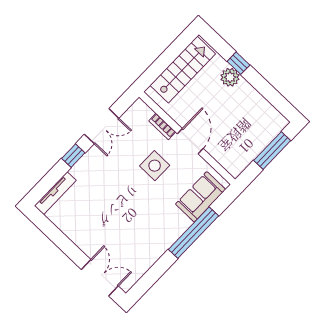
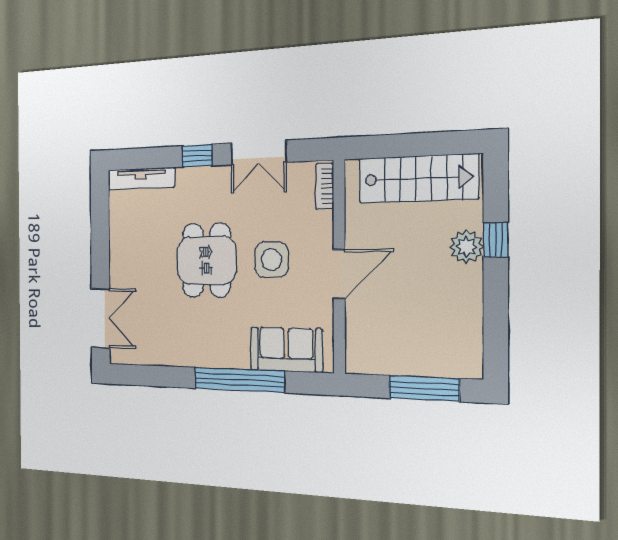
bookcase: (162, 126) -> (325, 186), moved
dining table: (125, 197) -> (206, 260), added

